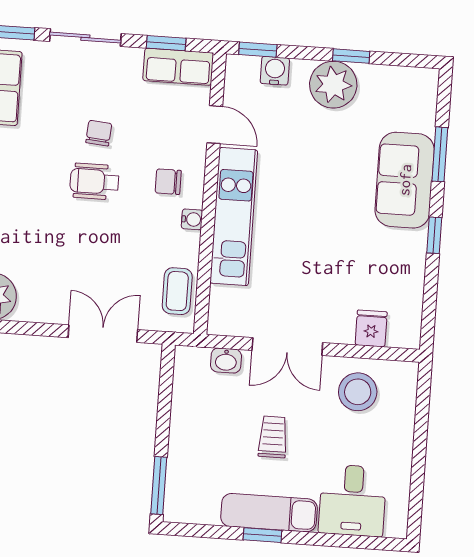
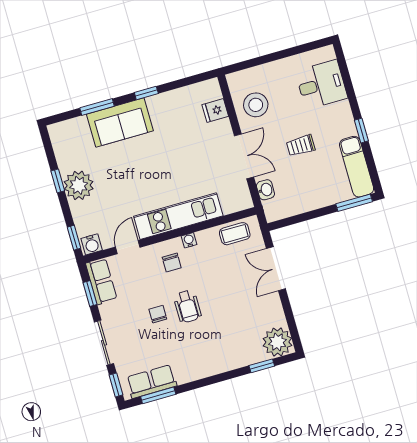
water cooler: (275, 71) -> (92, 244), moved, turned -90
chair: (99, 133) -> (158, 314), turned 85
exam couch: (269, 513) -> (357, 167), moved

